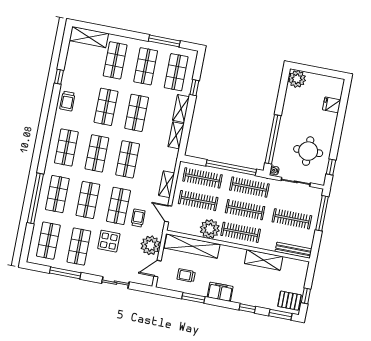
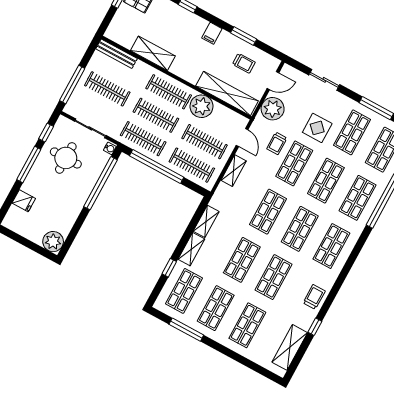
shelving: (89, 37) -> (290, 347), moved, turned 90
window: (337, 136) -> (29, 164), added
filing cabinet: (220, 292) -> (212, 33), width x0.50

